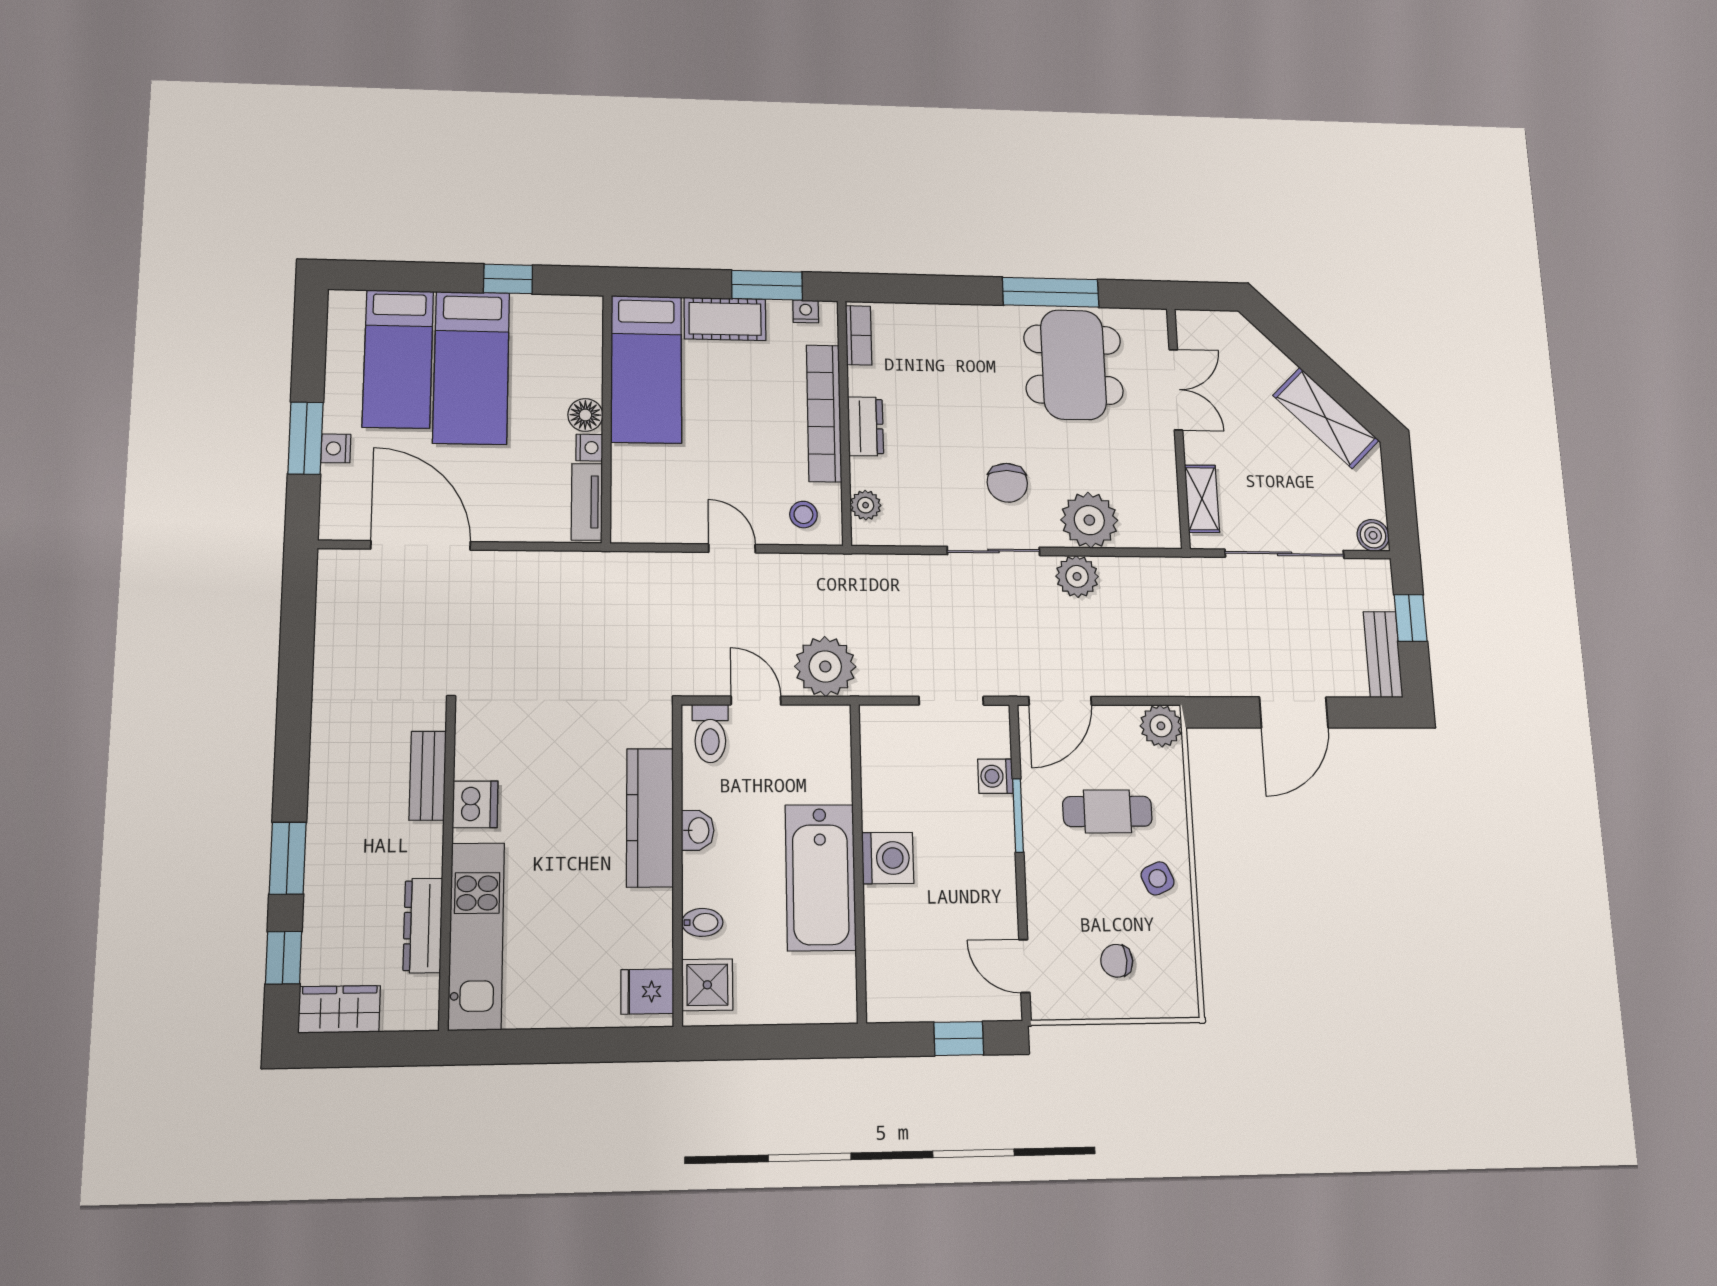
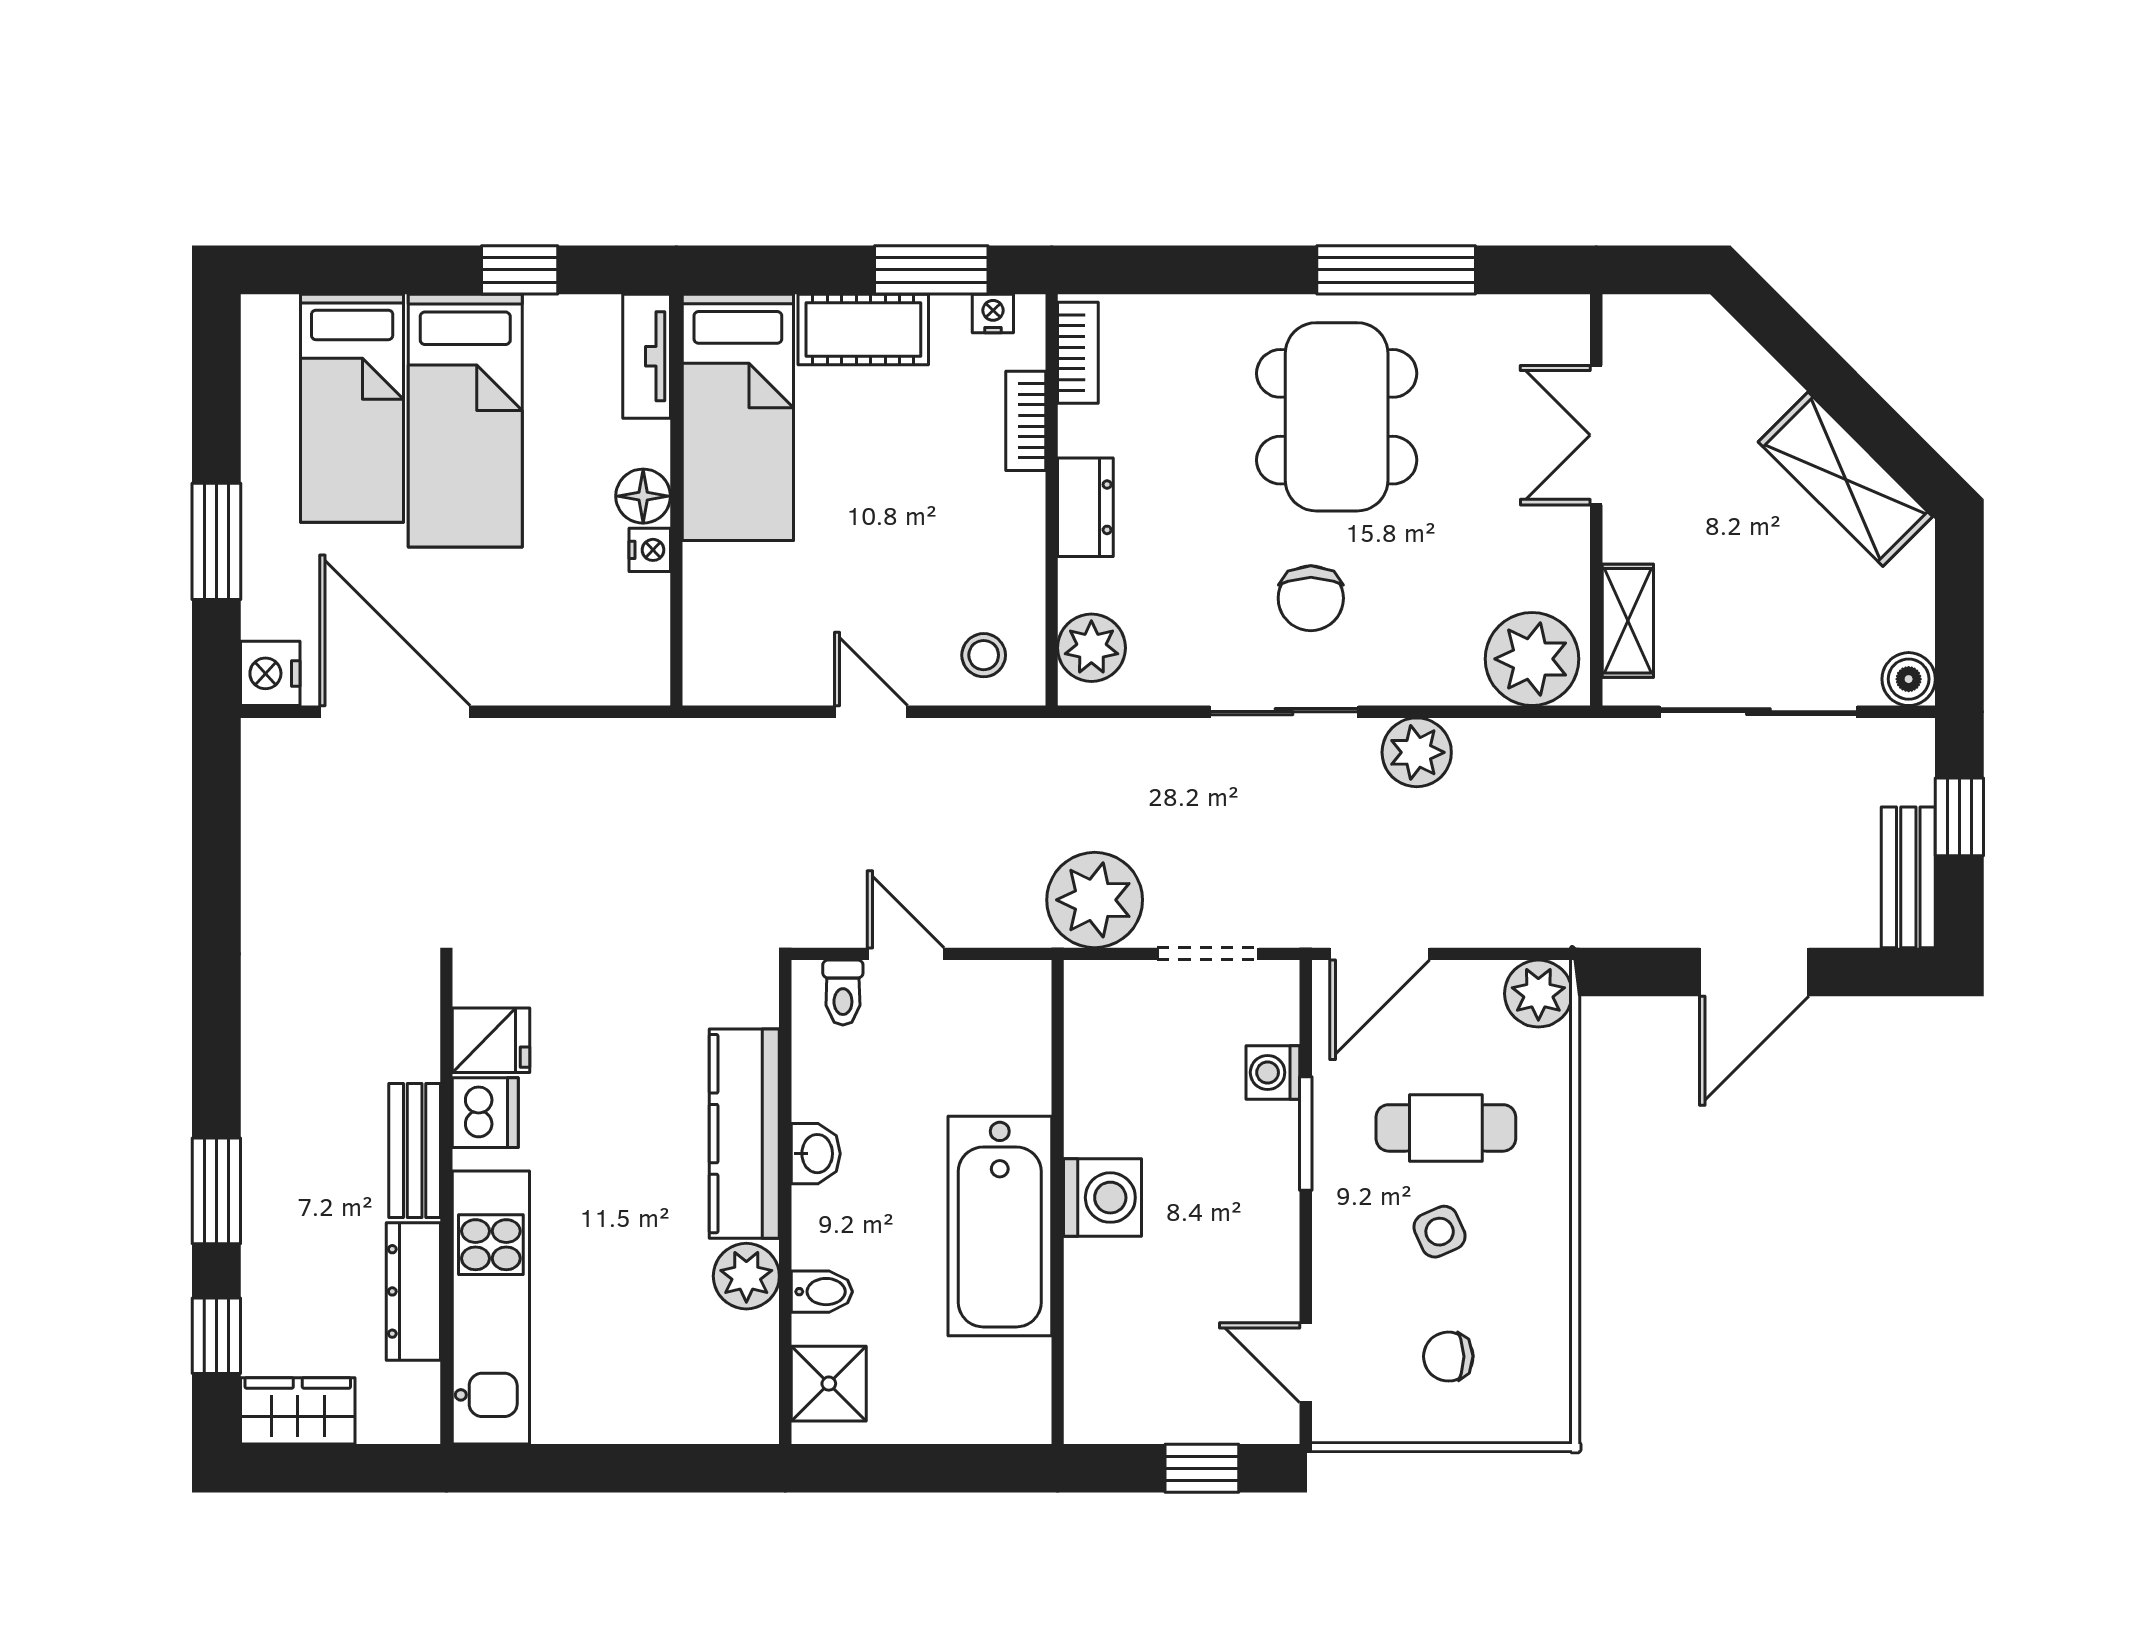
dining table: (1073, 365) -> (1337, 417), moved
double door: (1176, 390) -> (1596, 435), swing flipped
bookcase: (824, 413) -> (1026, 421), width x0.43, depth x0.76
nightstand: (336, 448) -> (270, 673), moved, width x1.39, depth x1.35
tv unit: (587, 502) -> (647, 356), moved
plant: (866, 505) -> (1091, 648), width x1.38, depth x1.38
plant: (1089, 520) -> (1532, 659), moved
plant: (825, 666) -> (1095, 900), moved
toilet: (710, 733) -> (843, 992), width x0.73, depth x0.72
bench: (428, 776) -> (415, 1151), moved
side table: (1158, 878) -> (1440, 1232), moved
plant: (651, 913) -> (746, 1276), added
fridge: (647, 992) -> (491, 1040), moved, turned 180

